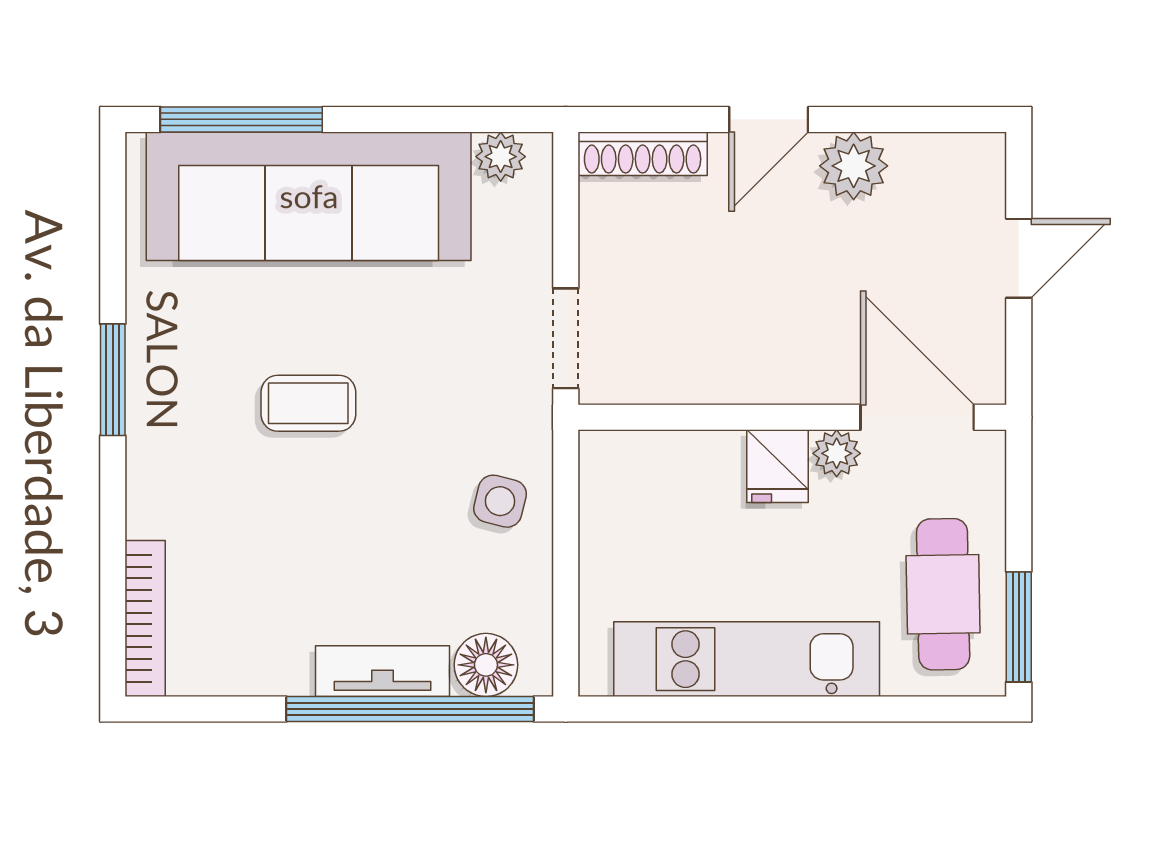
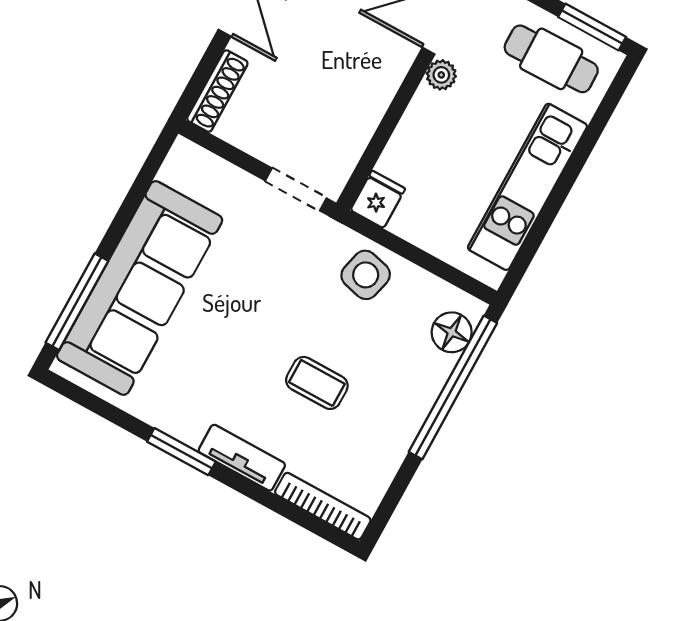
plant: (501, 157) -> (176, 170), removed
coffee table: (308, 403) -> (317, 383), moved, turned 90
fridge: (778, 466) -> (378, 199), moved, turned -90
side table: (500, 501) -> (366, 275), width x1.37, depth x1.37
tv unit: (383, 671) -> (242, 458), moved, turned 90

